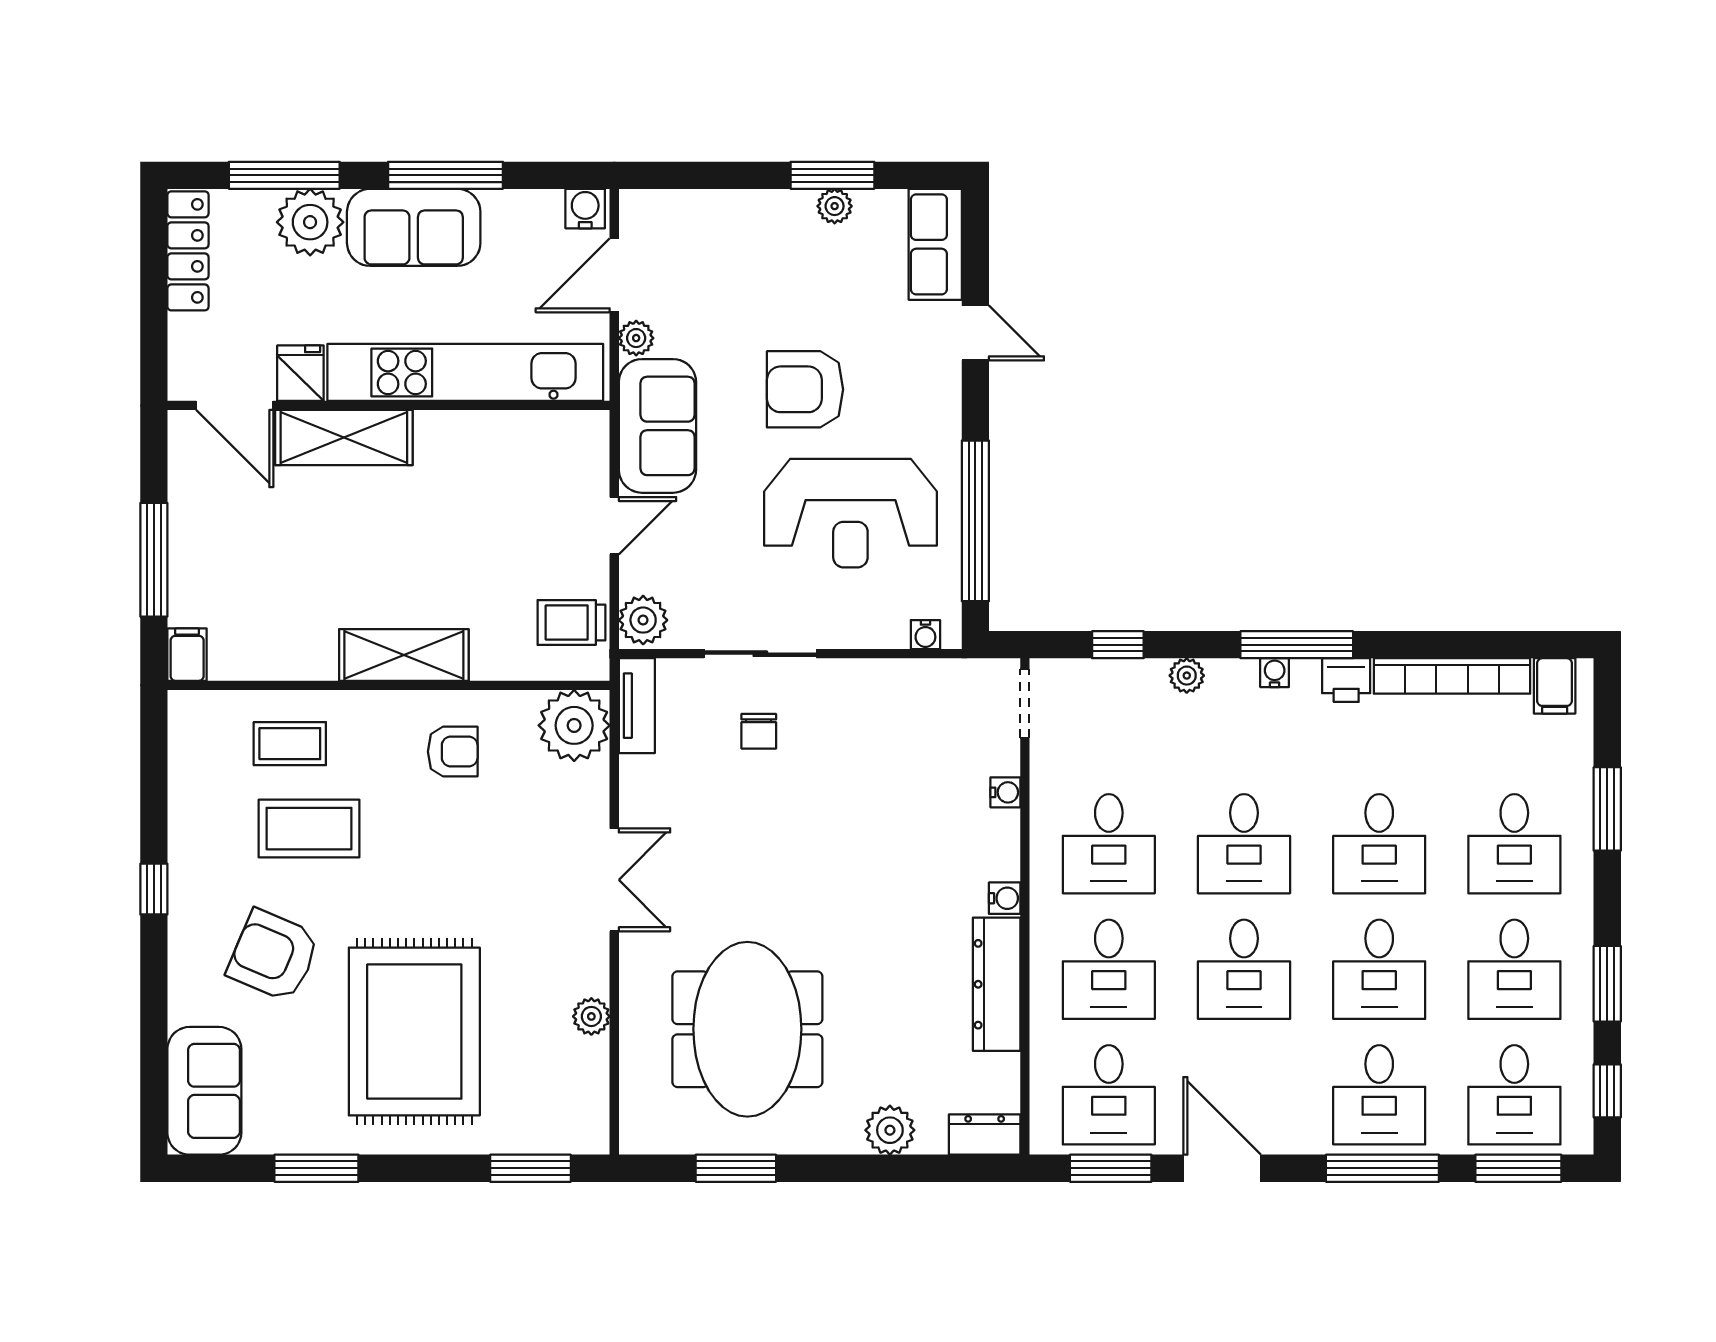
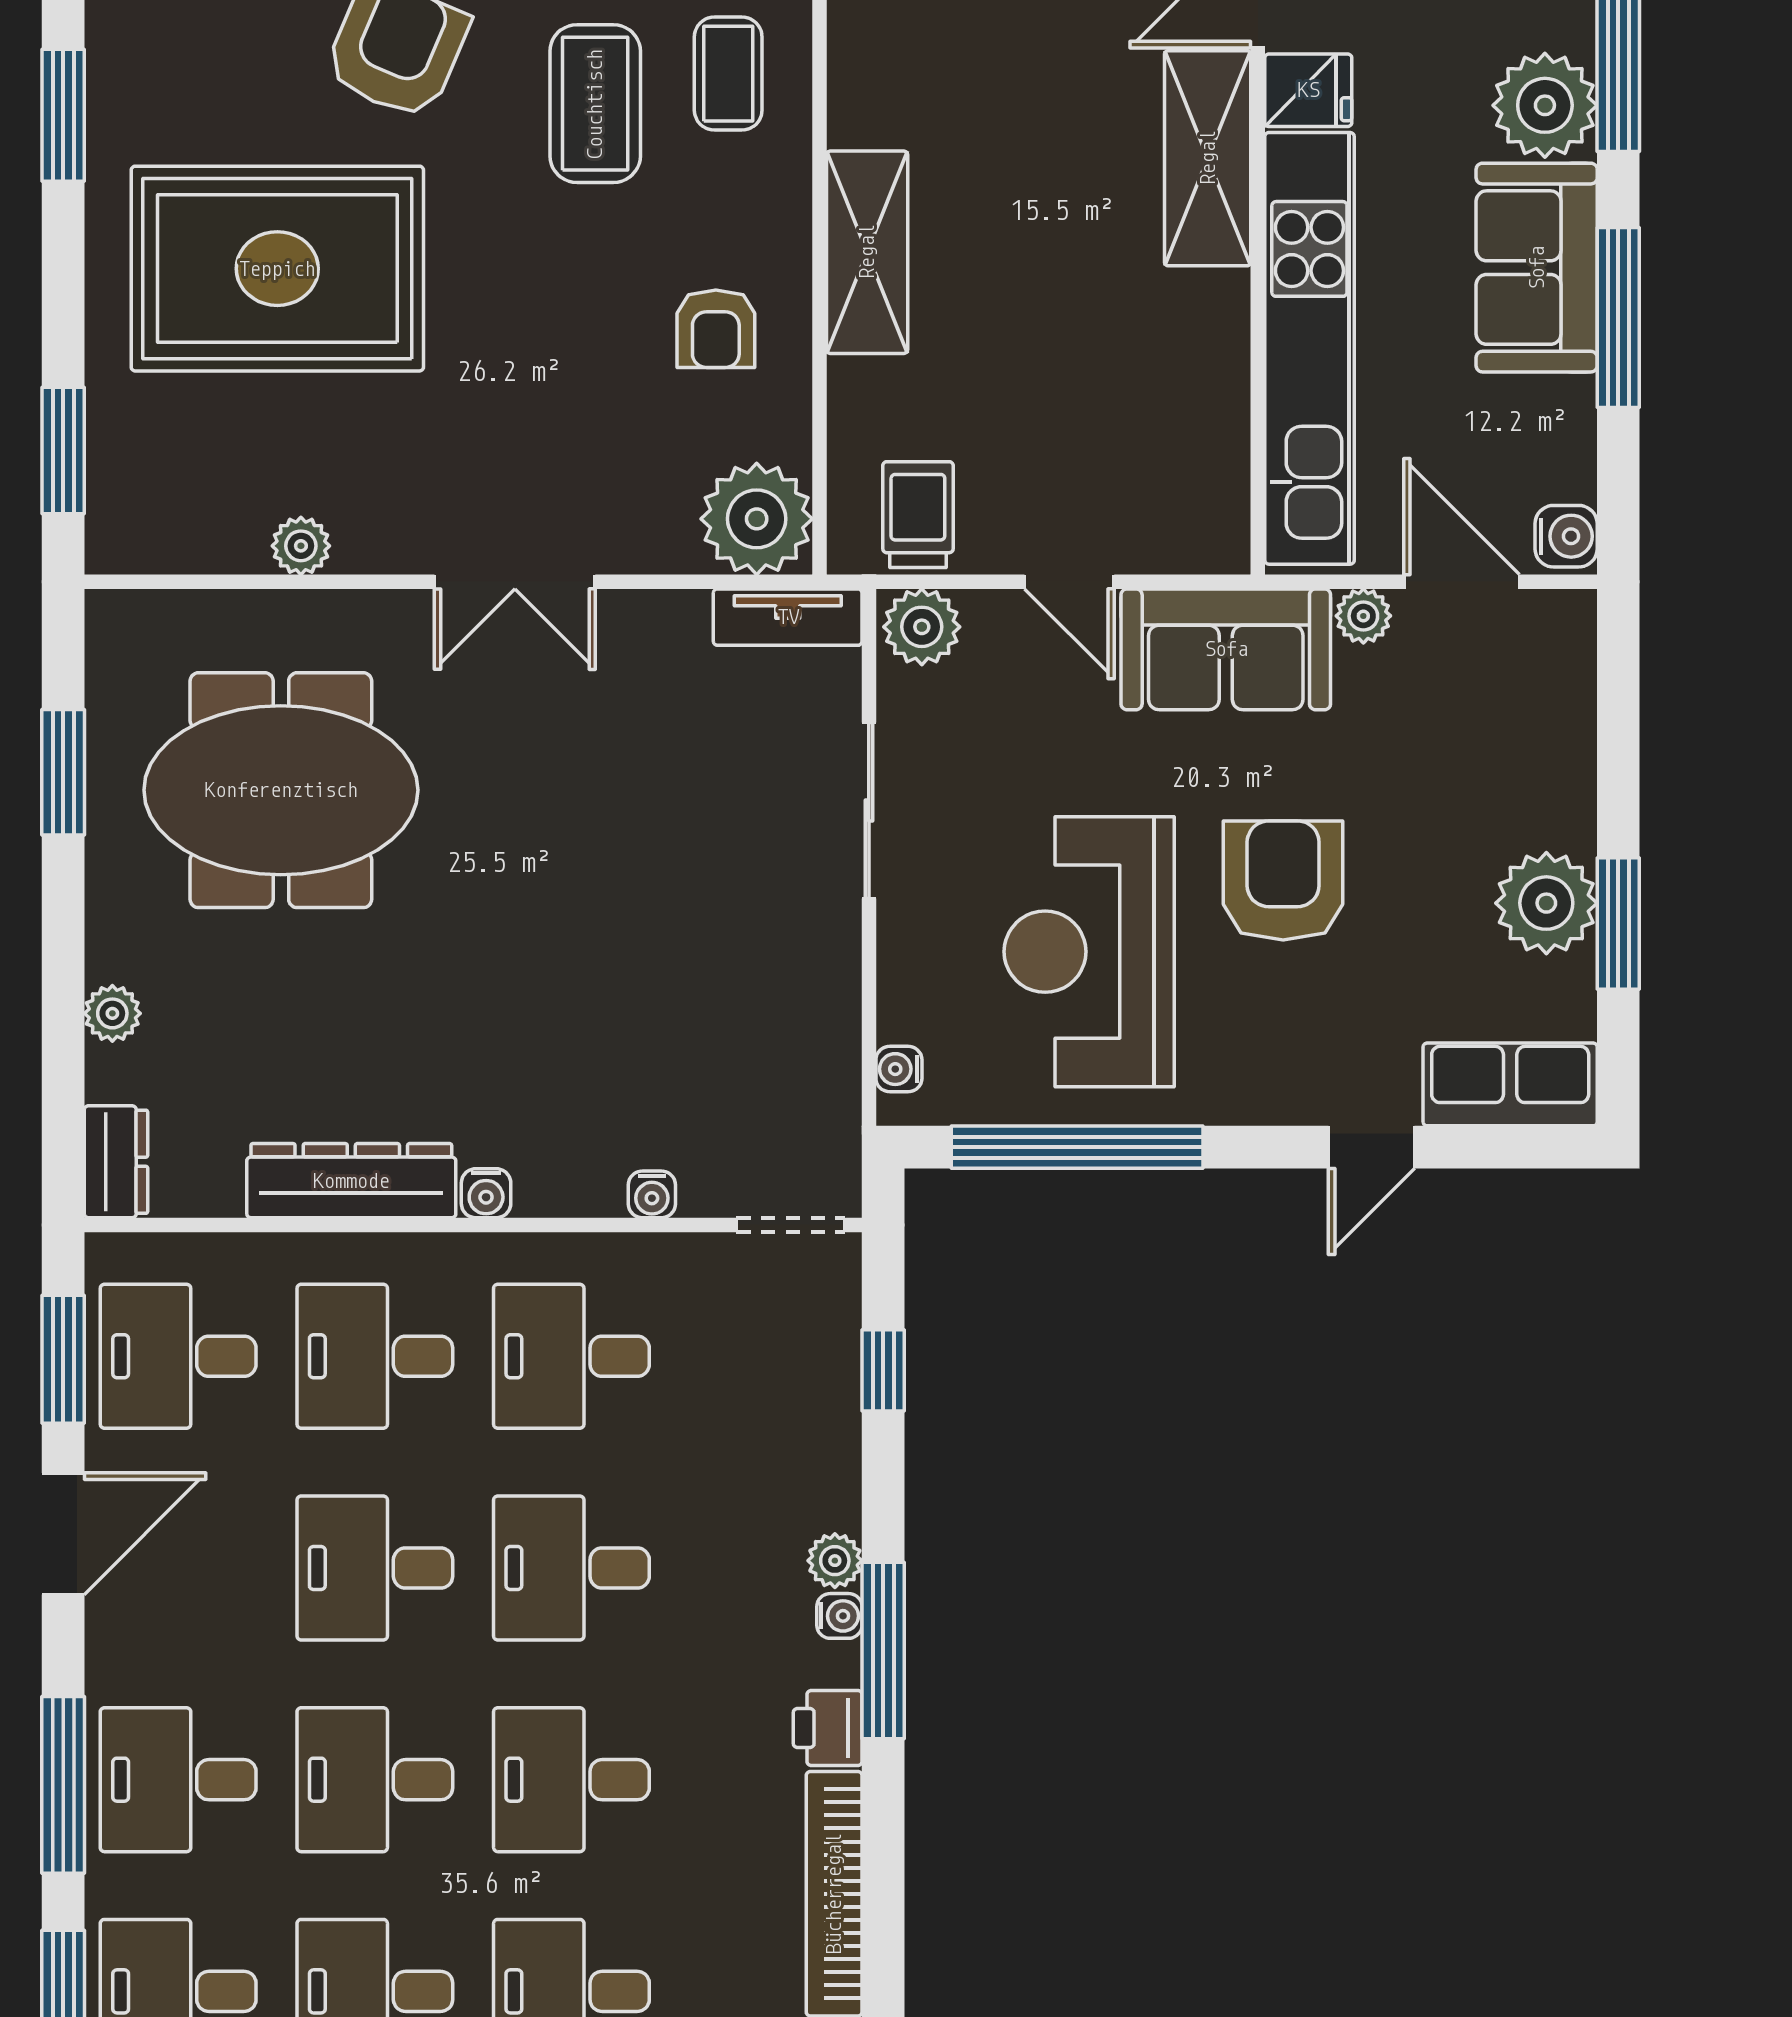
plant: (835, 206) -> (1546, 903), width x1.87, depth x1.87
plant: (1187, 676) -> (835, 1561), moved
chair: (759, 731) -> (748, 808), removed
plant: (890, 1130) -> (112, 1013), width x0.73, depth x0.73

